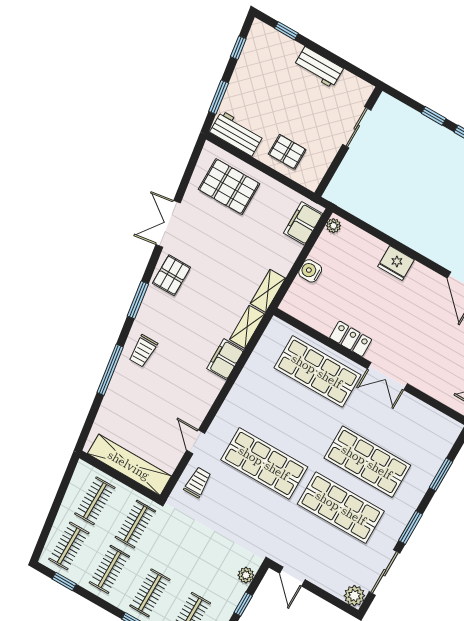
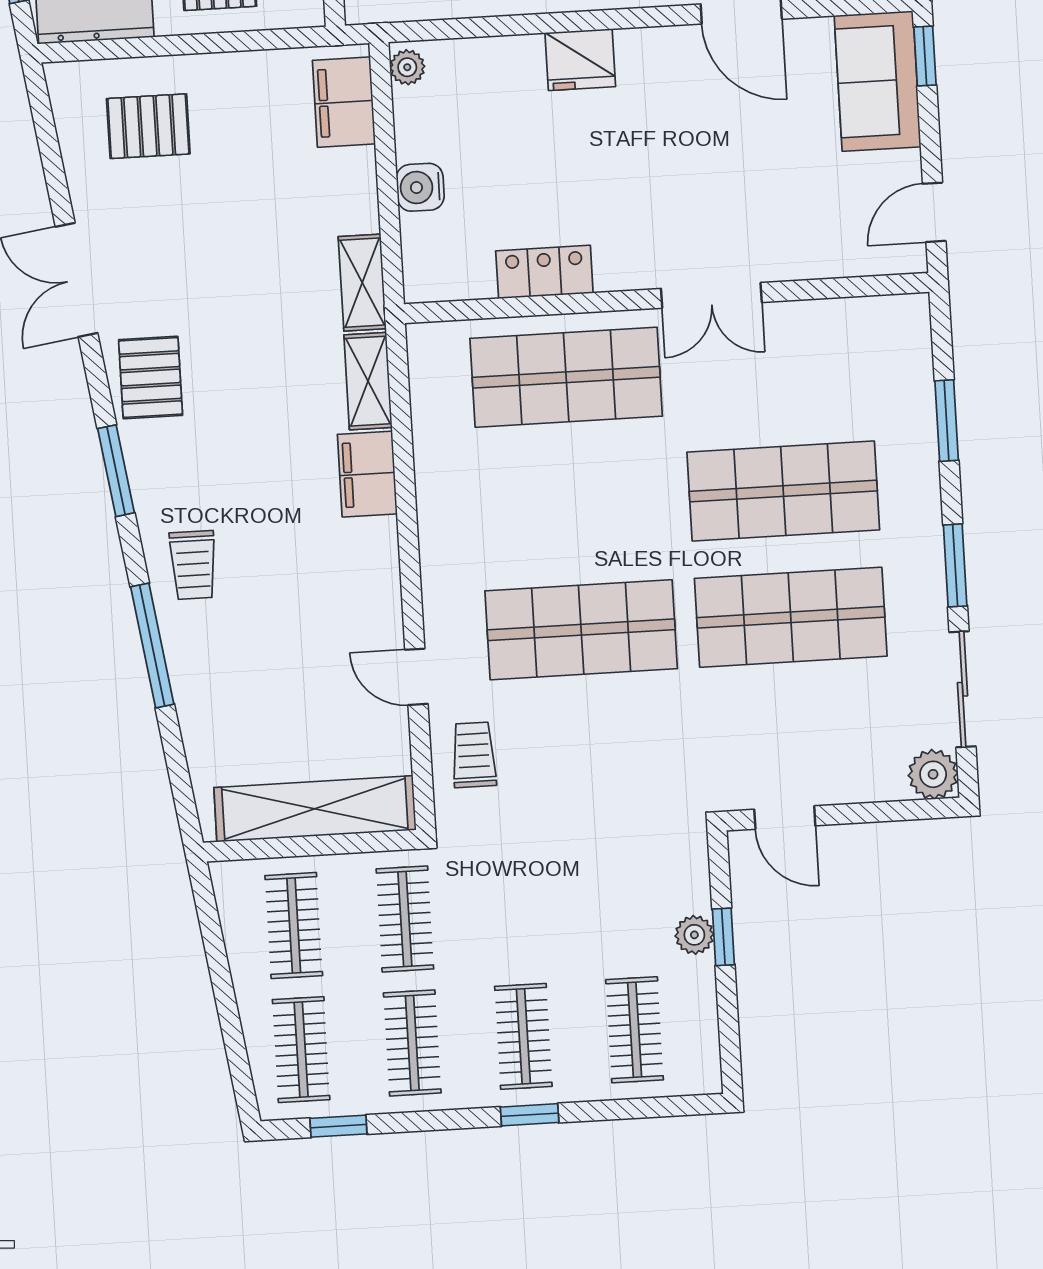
pallet: (229, 187) -> (148, 126), width x0.67, depth x0.71
locker: (351, 339) -> (544, 272), moved
plant: (246, 575) -> (694, 935), moved

